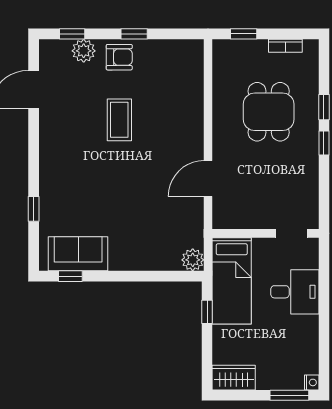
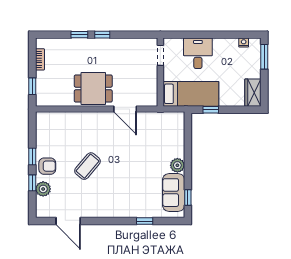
window: (72, 34) -> (32, 183), moved
armchair: (119, 57) -> (47, 166), turned 90
dining table: (269, 112) -> (93, 88), moved
coffee table: (119, 120) -> (87, 166), turned -50
plant: (193, 260) -> (177, 165), moved
nightstand: (312, 382) -> (244, 43), moved

